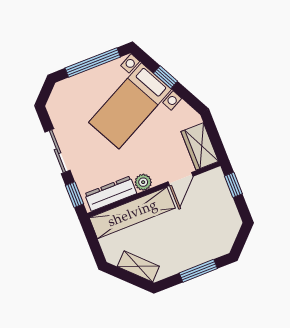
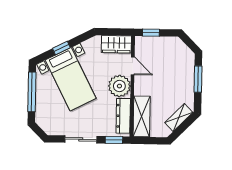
plant: (143, 182) -> (119, 86), width x1.87, depth x1.87
shelving: (132, 213) -> (142, 116), width x0.68

